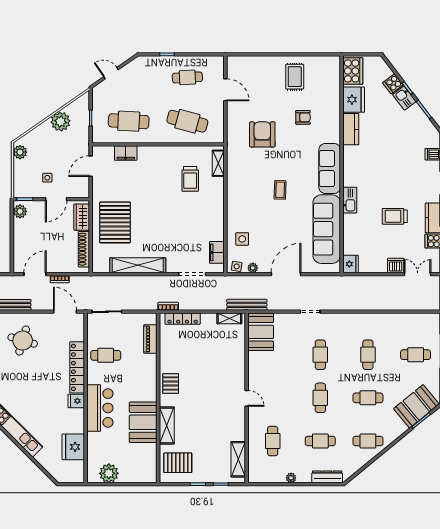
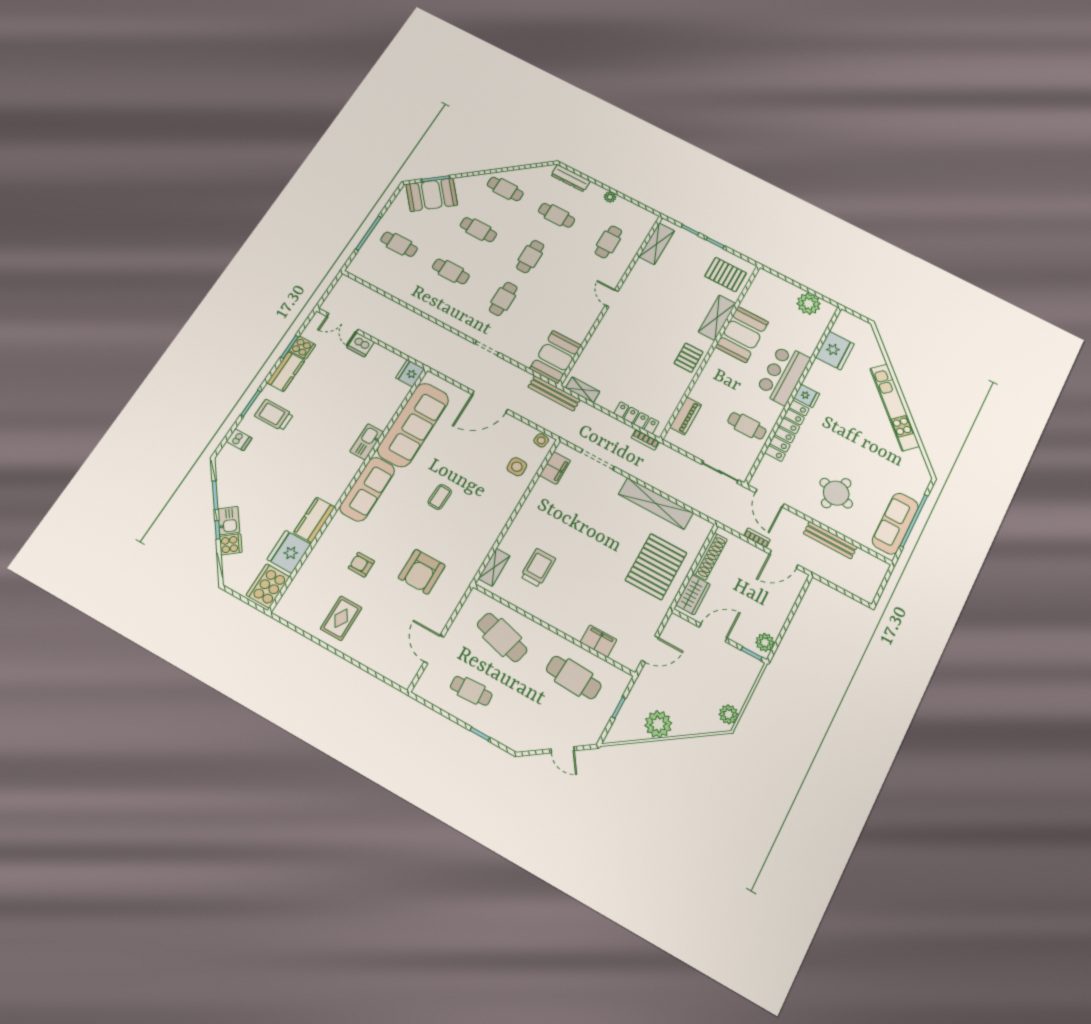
side table: (47, 178) -> (711, 664), removed
trolley: (395, 216) -> (274, 415), moved, turned 180
plant: (253, 268) -> (524, 429), removed
cafe table: (368, 355) -> (451, 271), turned 90

